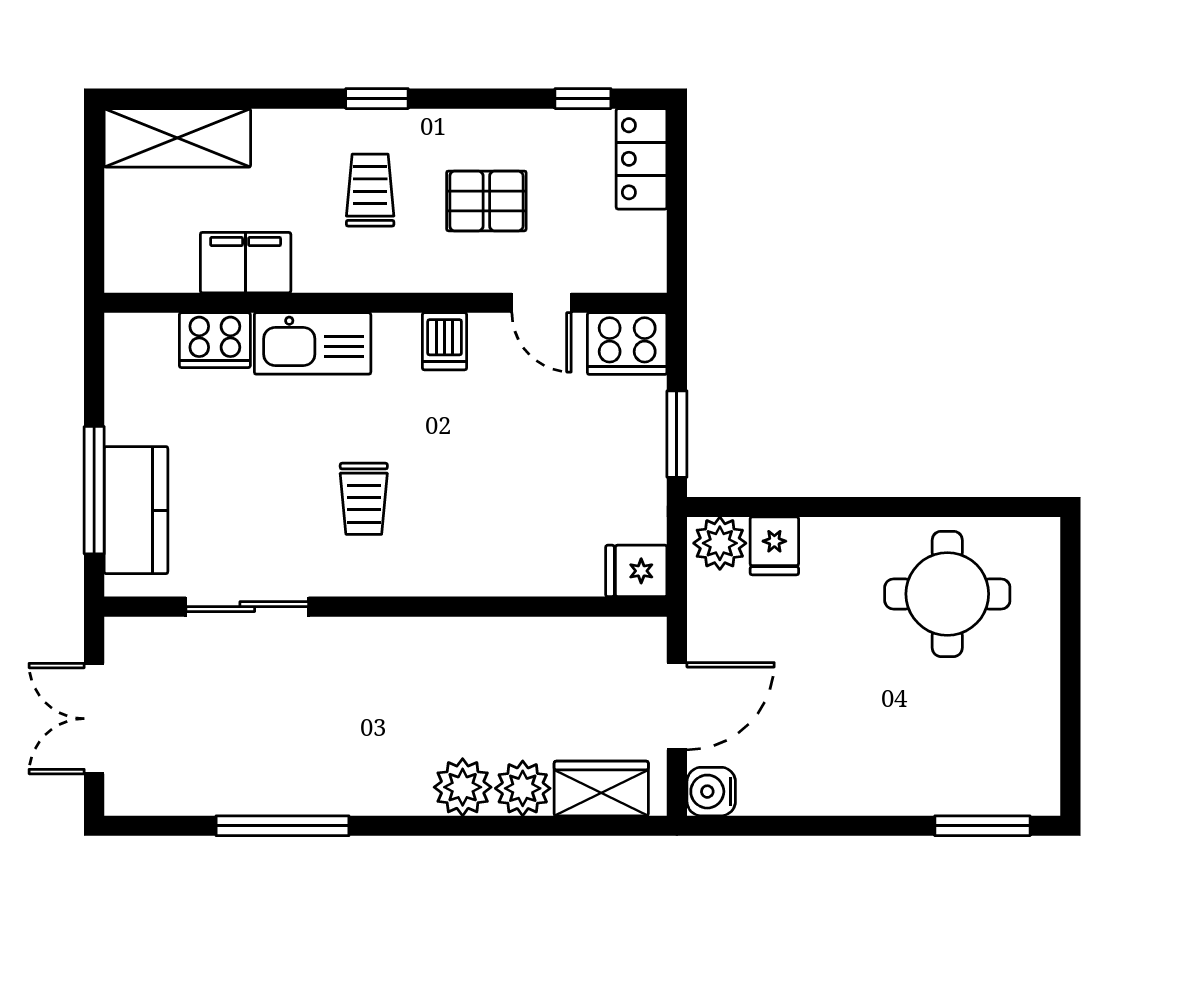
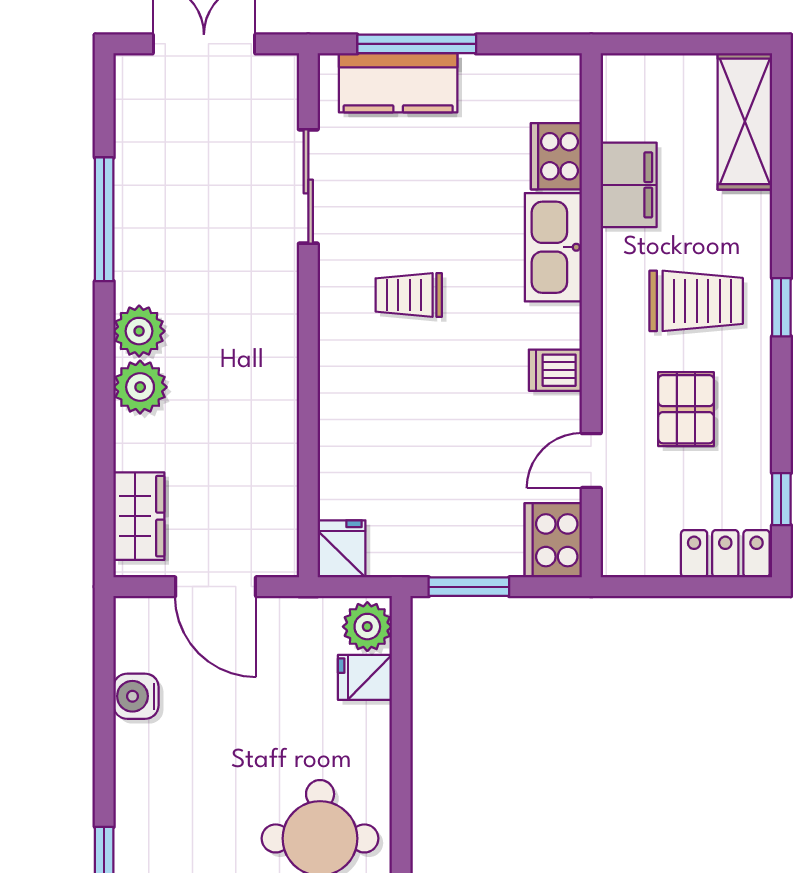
trolley: (370, 190) -> (696, 301), width x1.36, depth x1.39
plant: (523, 788) -> (139, 331), moved
water cooler: (711, 792) -> (136, 696), moved, turned -90

